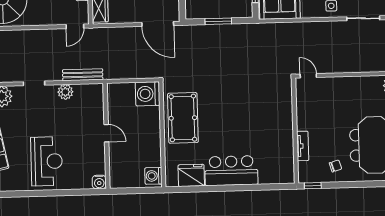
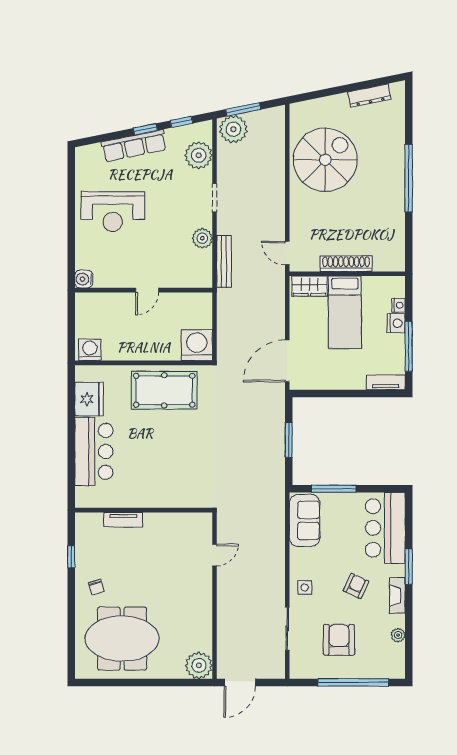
wall: (295, 131) -> (144, 510), moved
tv unit: (303, 146) -> (123, 520), moved

